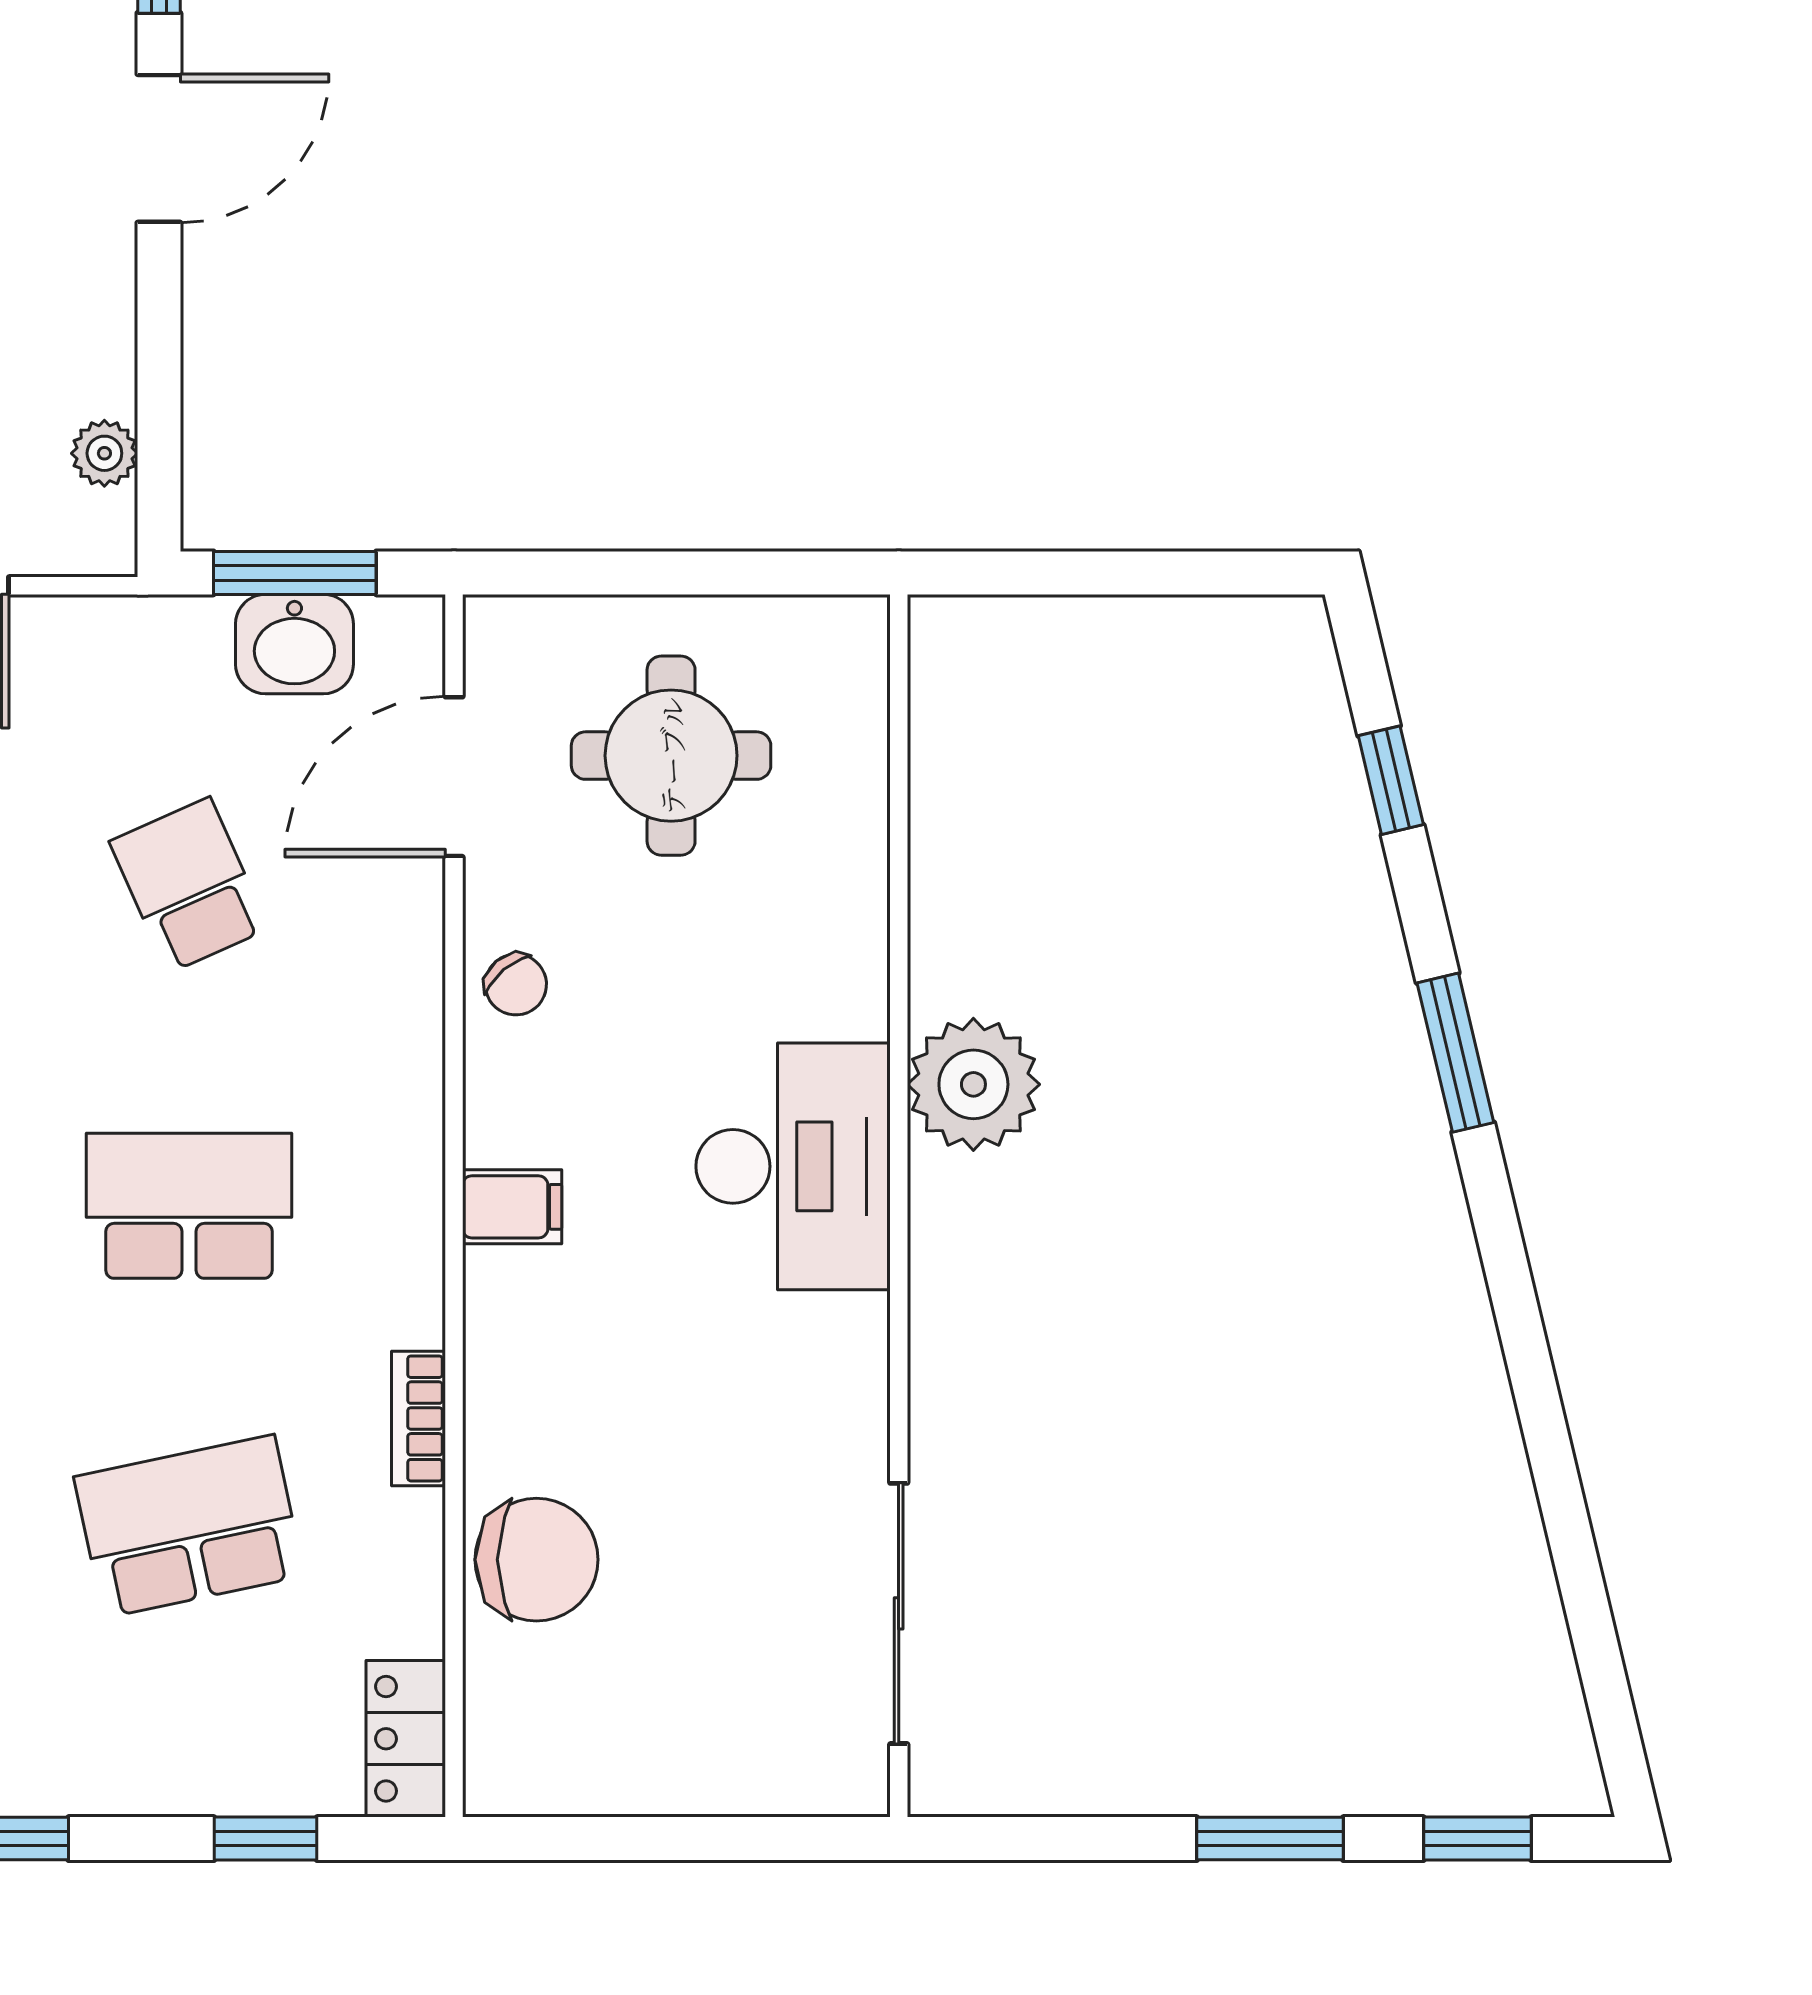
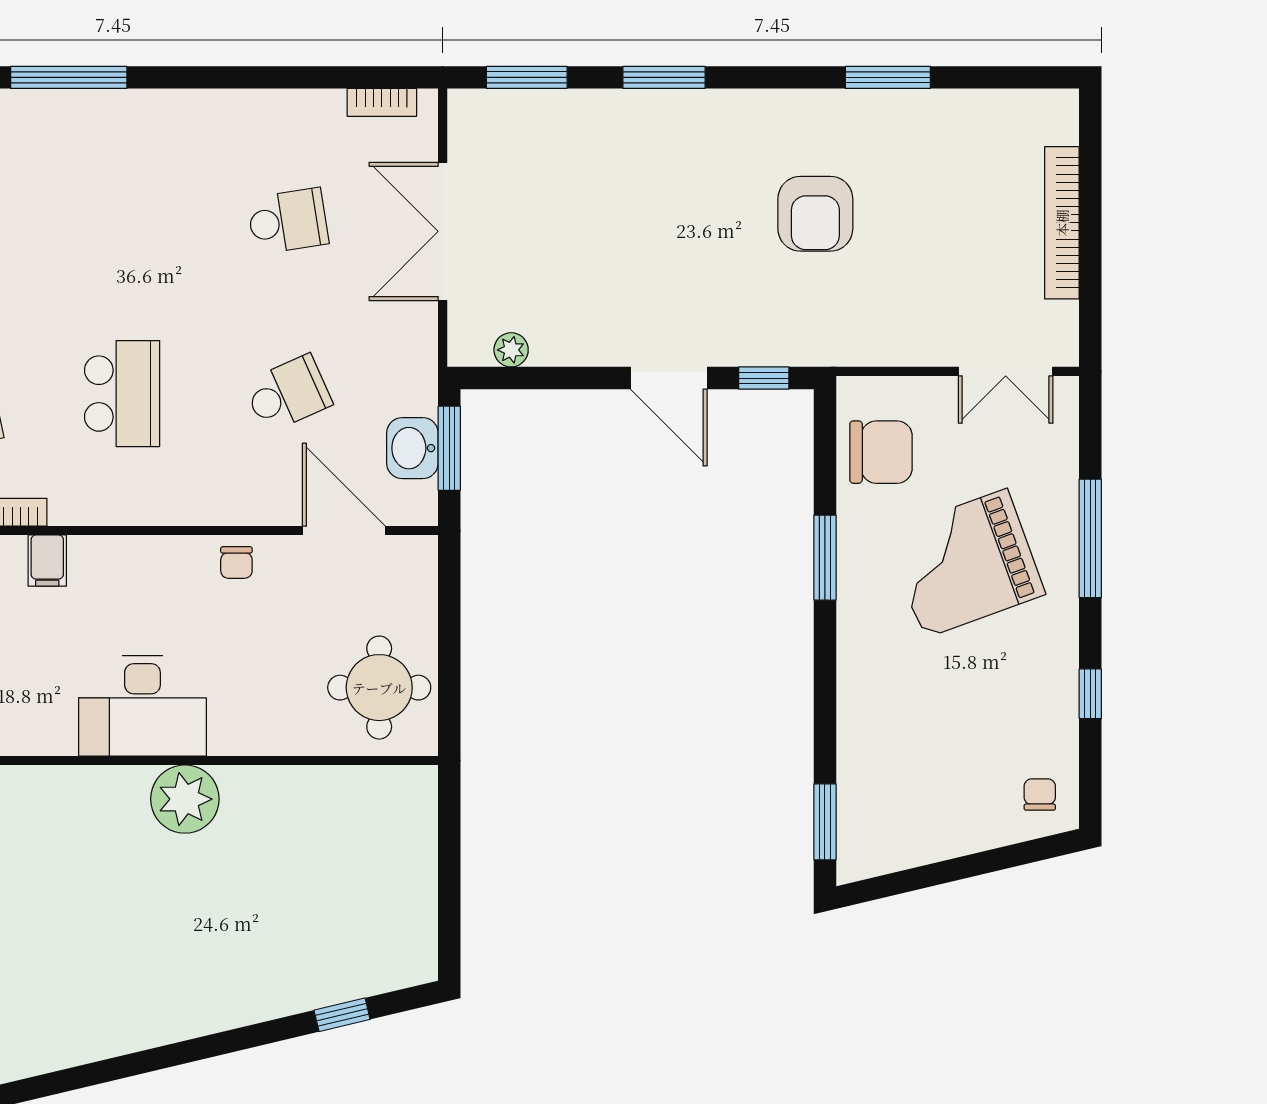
round table: (671, 756) -> (379, 688), moved
chair: (516, 985) -> (236, 563), turned -50
window: (1455, 1053) -> (201, 1048), removed
filing cabinet: (512, 1207) -> (47, 561), moved

